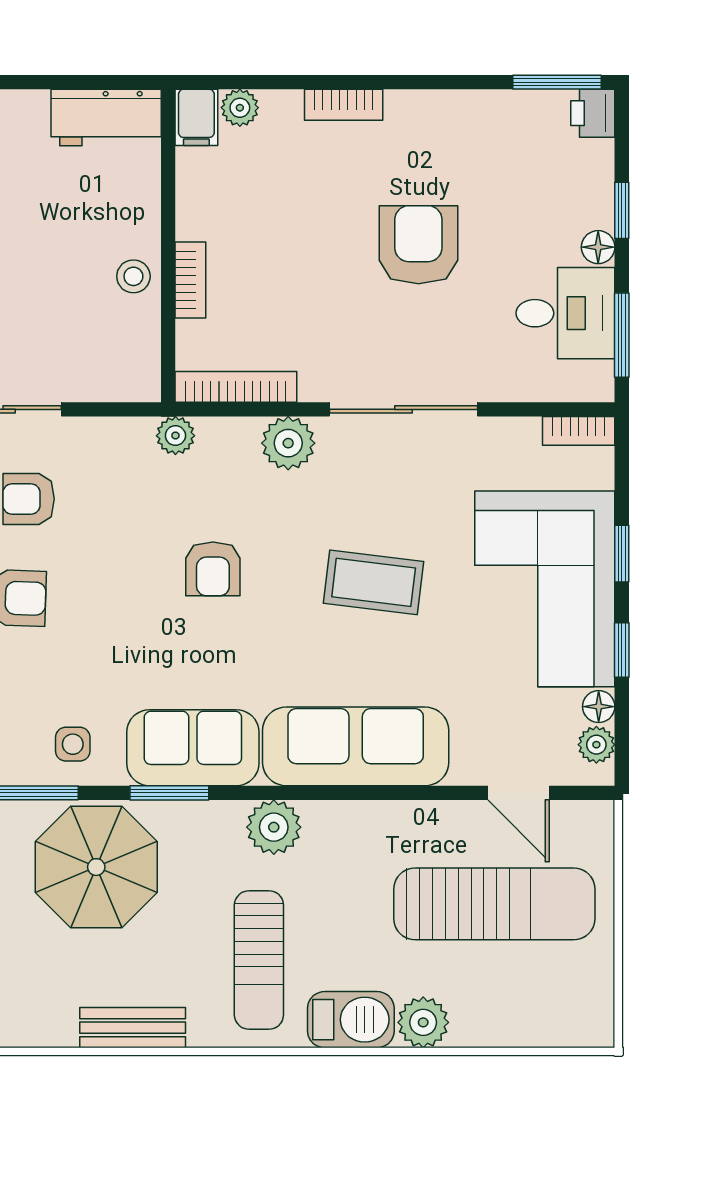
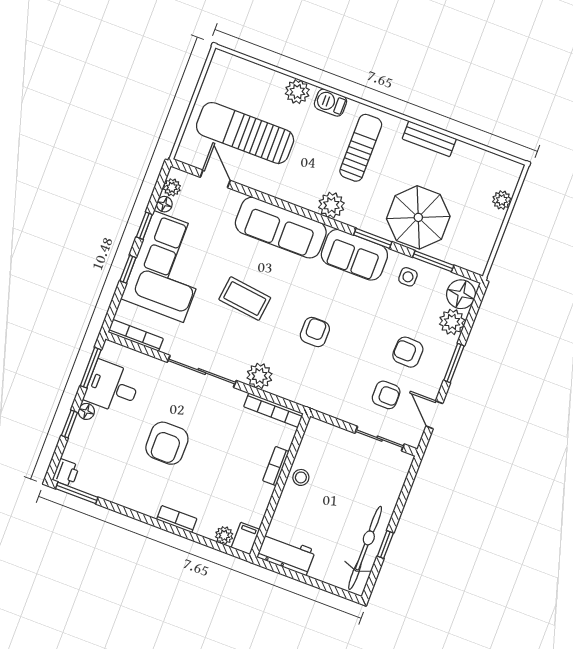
bookcase: (579, 431) -> (136, 335), width x1.56
plant: (175, 436) -> (309, 399), removed
barbecue: (351, 1020) -> (330, 103), width x0.73, depth x0.79

